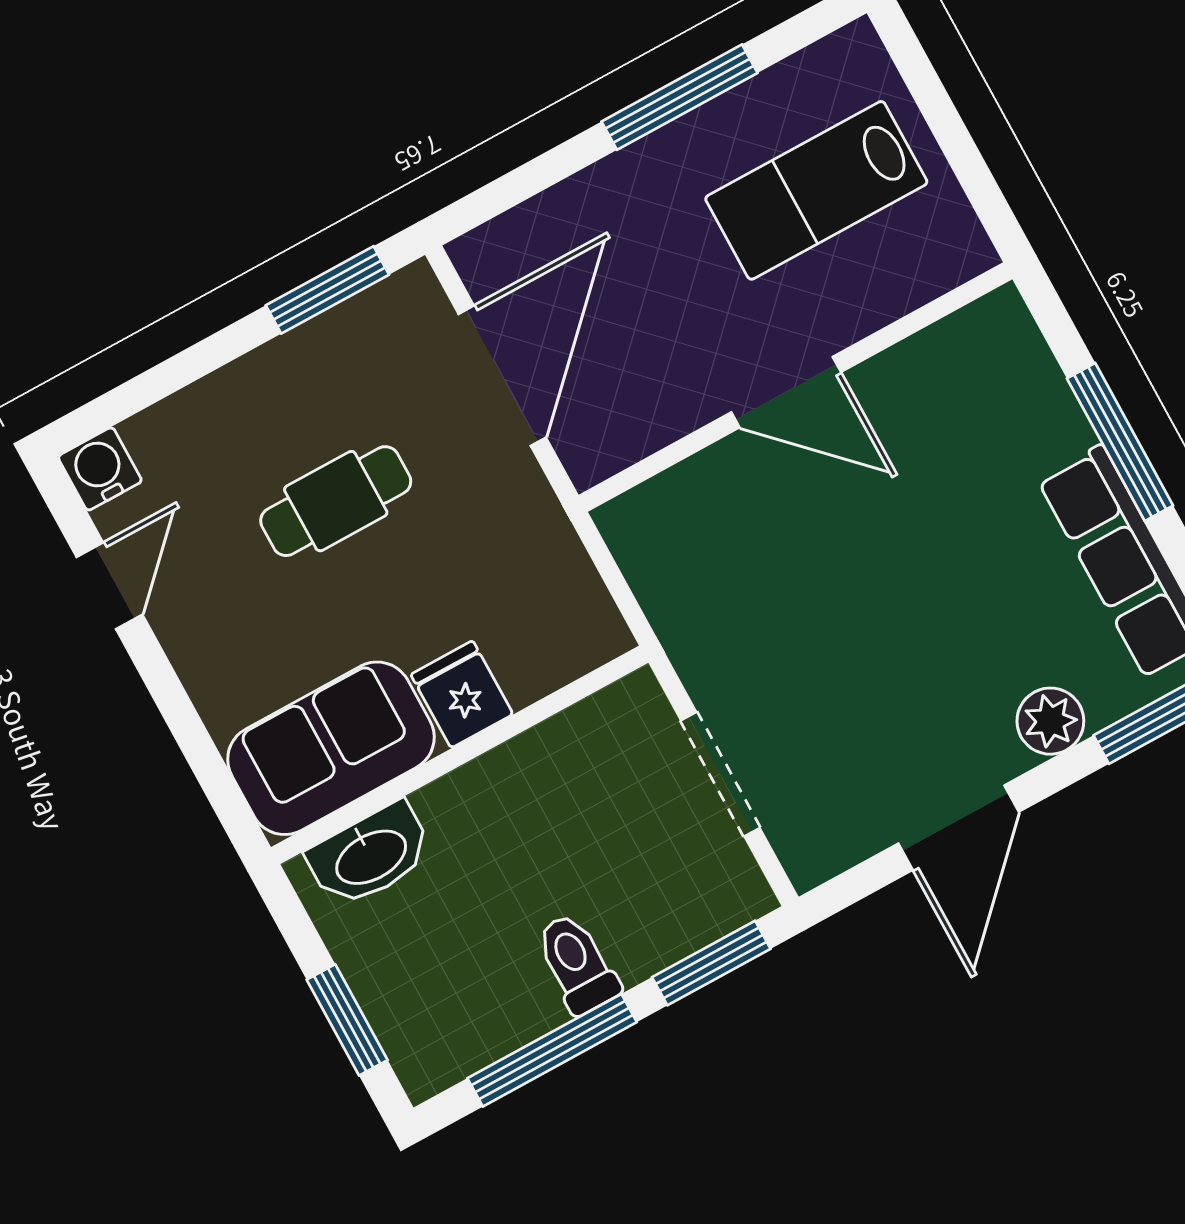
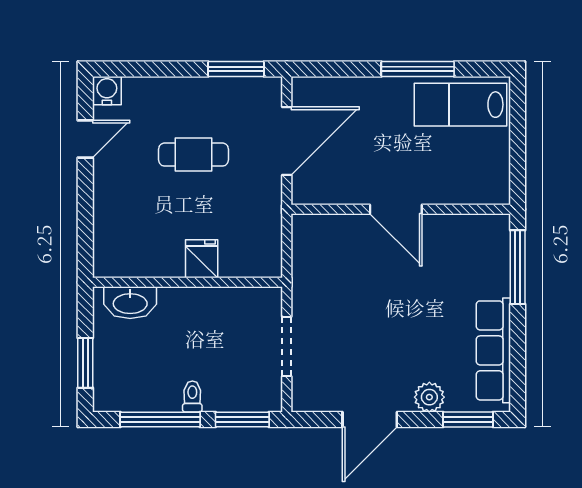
lab bench: (816, 190) -> (460, 105), moved
window: (1120, 442) -> (518, 267), moved
sofa: (331, 748) -> (138, 252), removed
toilet: (577, 964) -> (192, 397), width x0.73, depth x0.72

